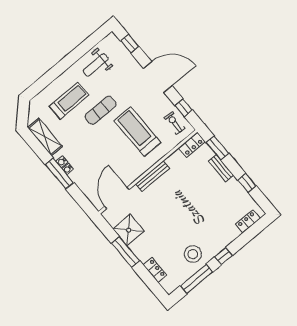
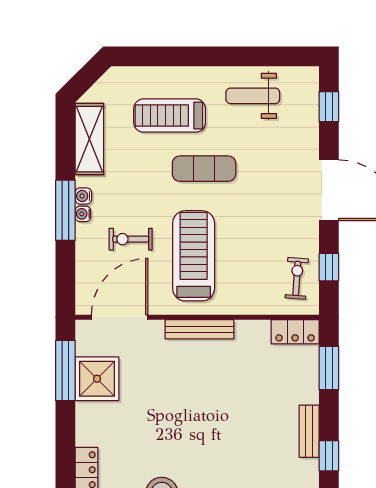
treadmill: (69, 101) -> (170, 116), turned 180
treadmill: (137, 132) -> (194, 256), moved
exercise bike: (95, 163) -> (131, 239), added
bench: (221, 168) -> (309, 431), moved
window: (126, 252) -> (65, 371), moved

